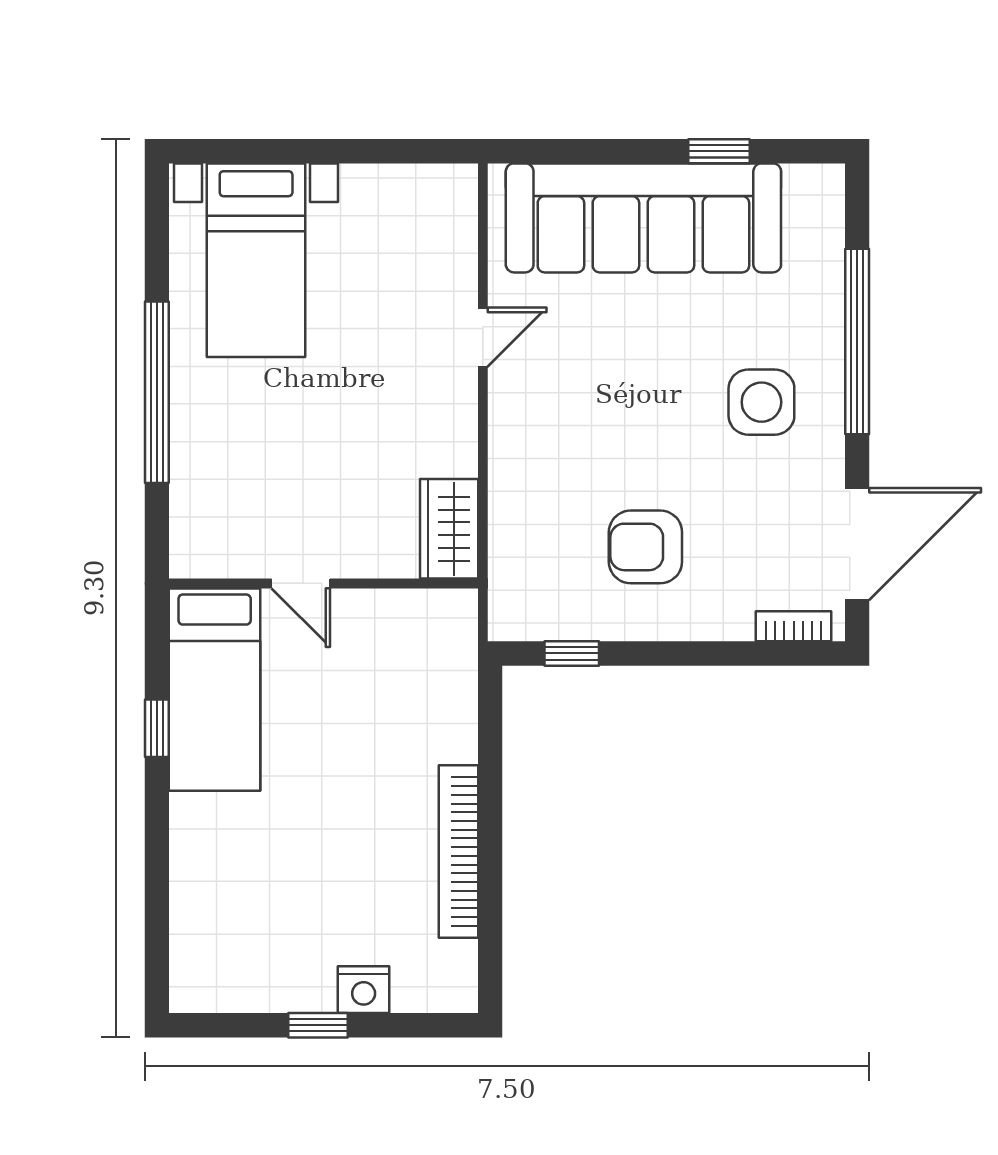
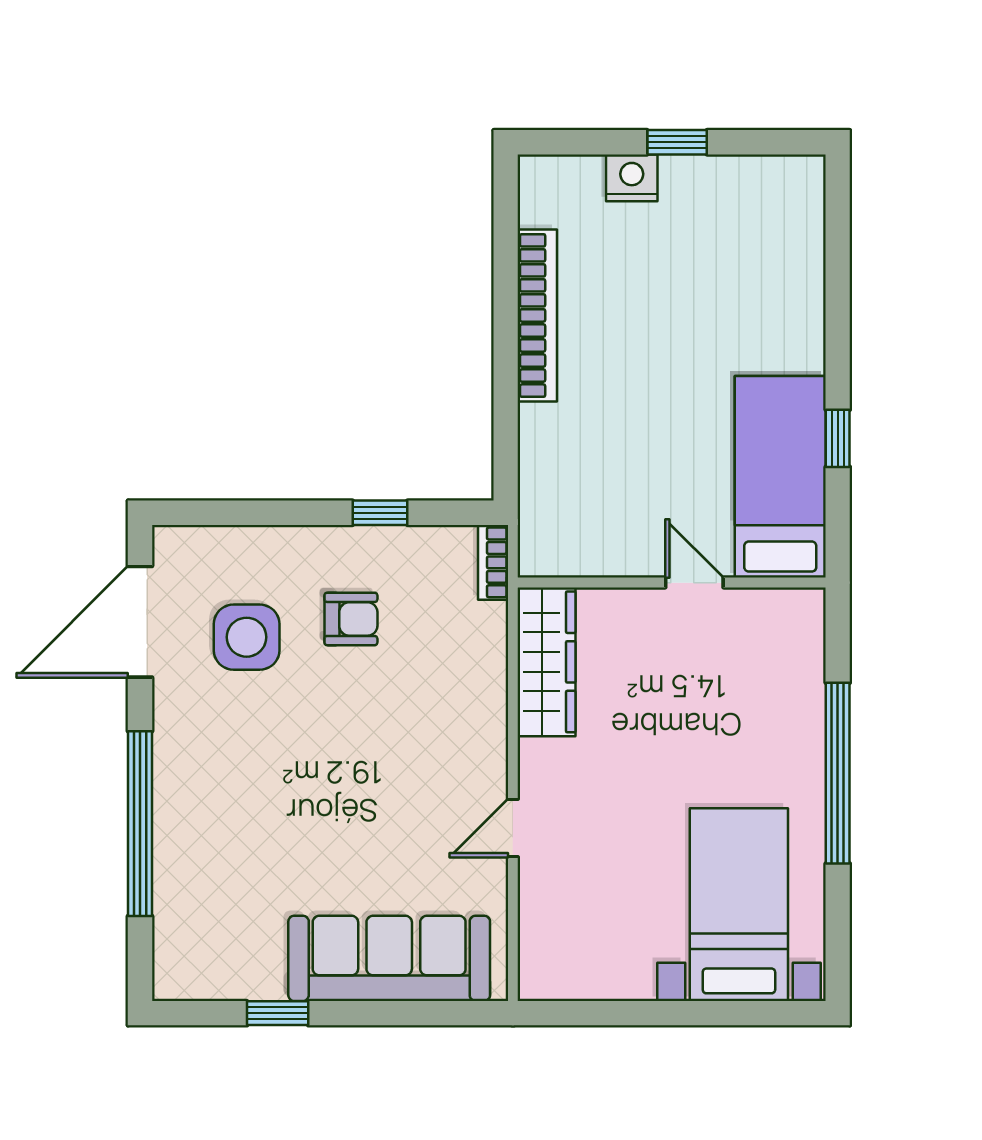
sofa: (643, 218) -> (389, 958), width x0.74, depth x0.79
side table: (761, 402) -> (247, 637), moved
wardrobe: (449, 529) -> (547, 662), width x1.50
armchair: (645, 547) -> (351, 619), width x0.72, depth x0.72
bookcase: (794, 626) -> (493, 562), moved, turned 90
window: (572, 653) -> (380, 513), moved

